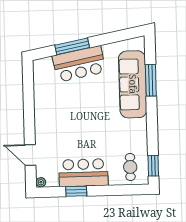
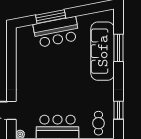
window: (153, 166) -> (119, 110), moved

